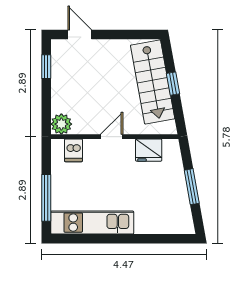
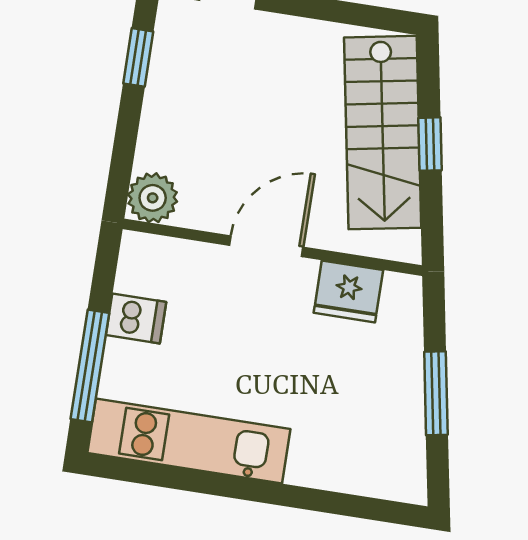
door: (112, 137) -> (266, 246), width x1.38
dishwasher: (73, 150) -> (136, 318), moved, turned -90

